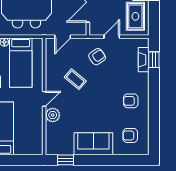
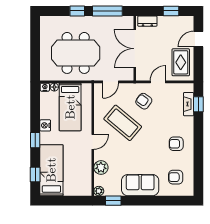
armchair: (97, 57) -> (144, 101), turned -110
coffee table: (75, 79) -> (123, 123), width x1.86, depth x1.72
plant: (53, 115) -> (101, 167), moved
plant: (50, 150) -> (99, 191), added

